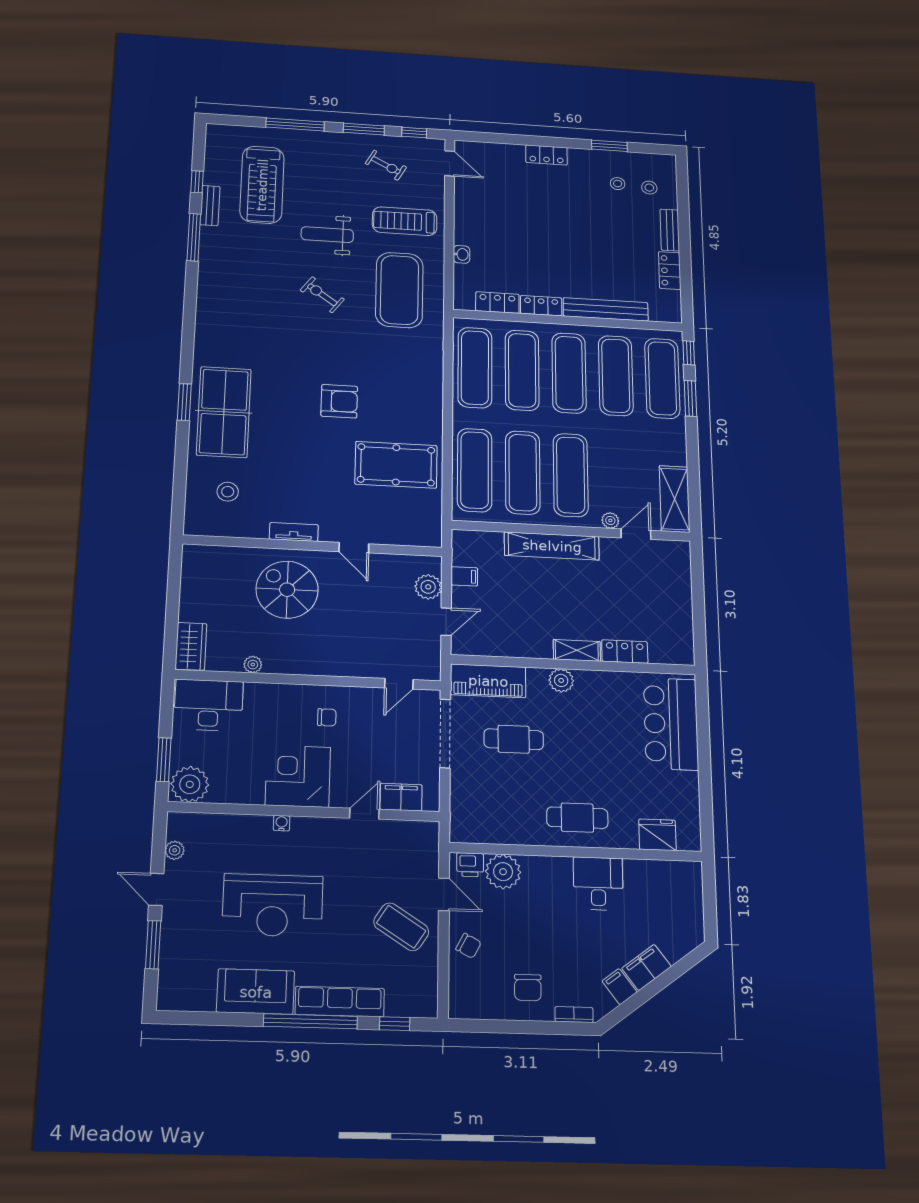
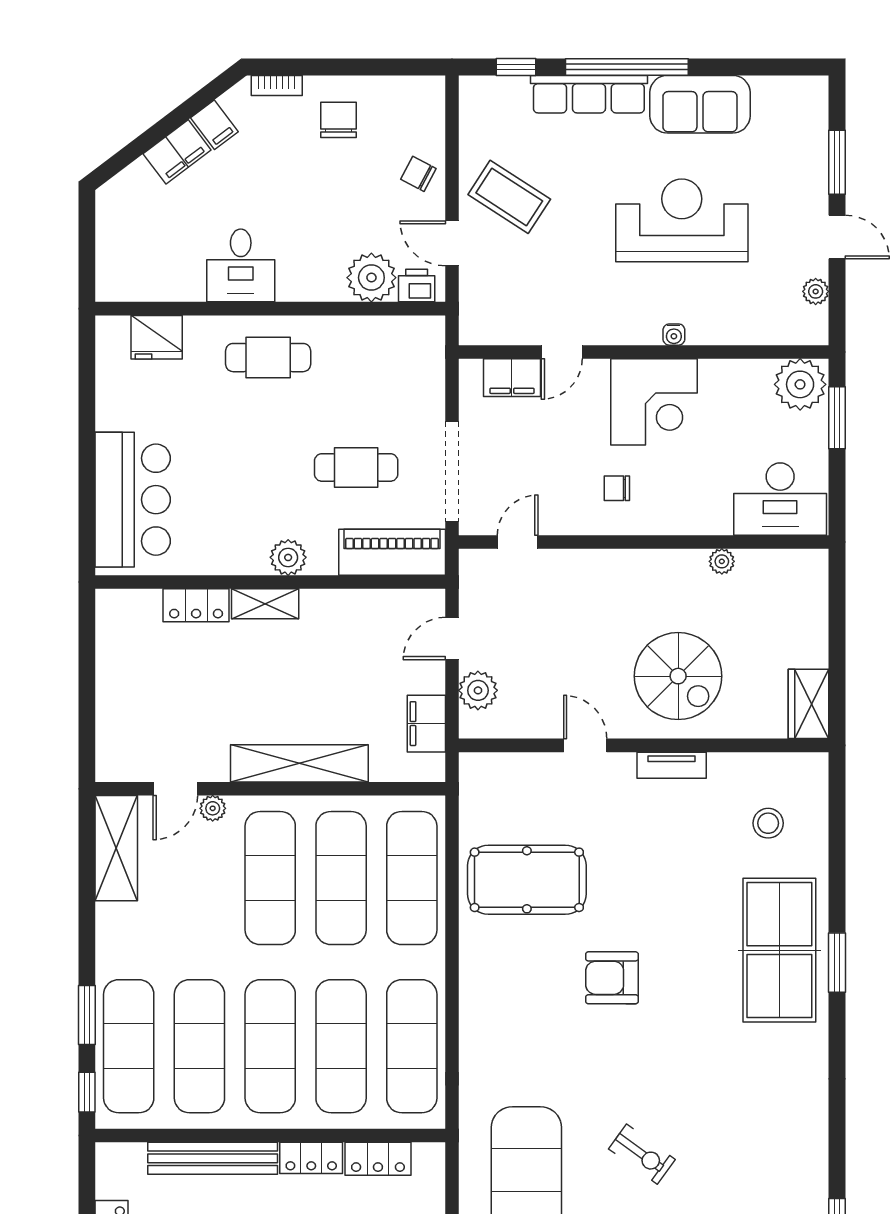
filing cabinet: (464, 576) -> (426, 724), width x2.00
wardrobe: (191, 646) -> (808, 704), moved

